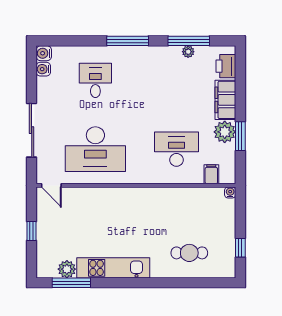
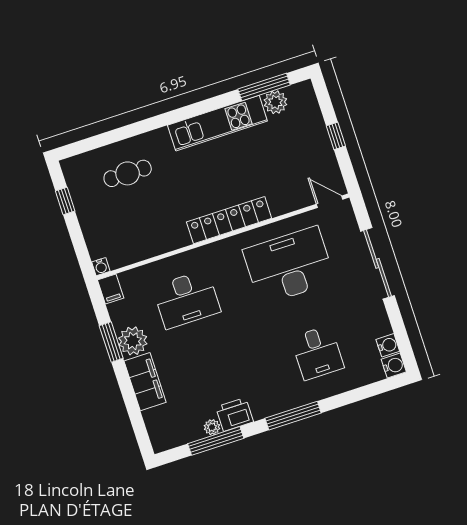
printer: (226, 66) -> (235, 414), moved, turned -90
filing cabinet: (211, 174) -> (111, 289), moved
locker: (128, 196) -> (229, 220), added

